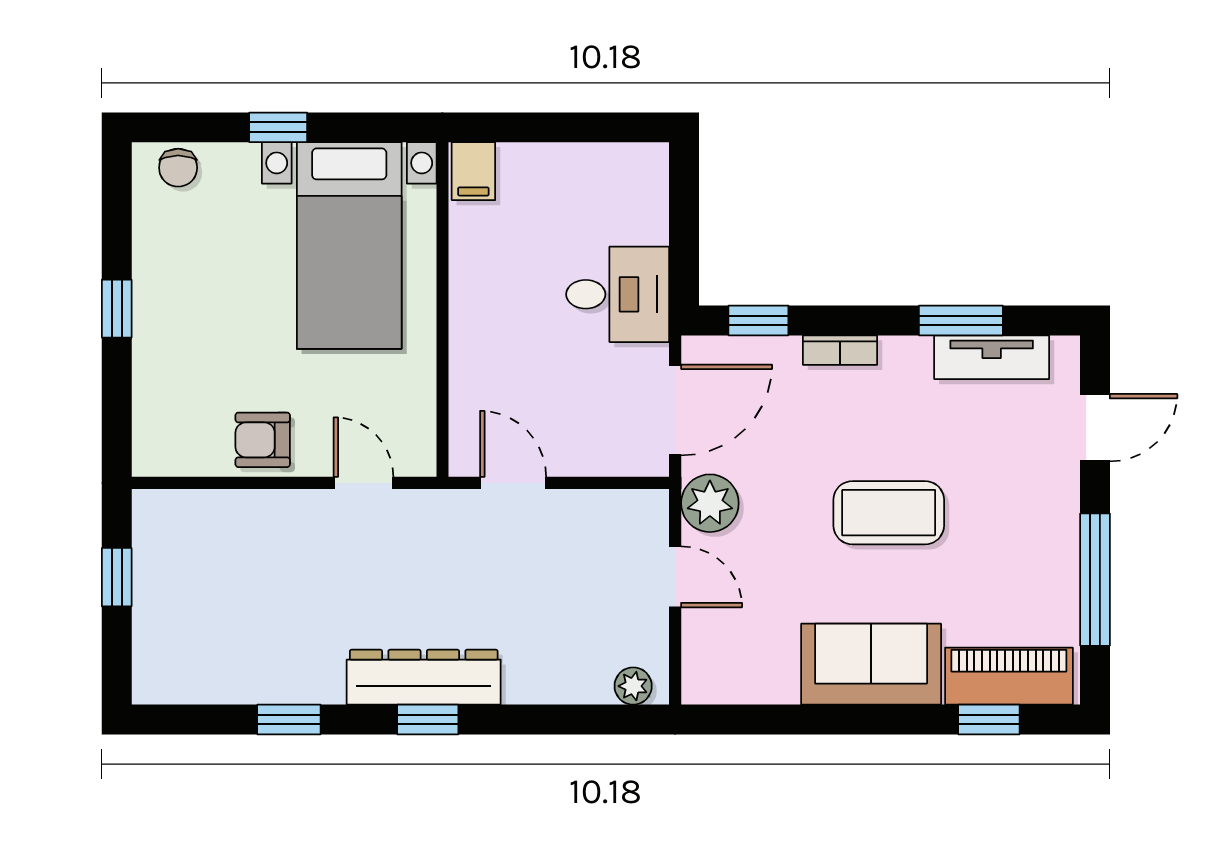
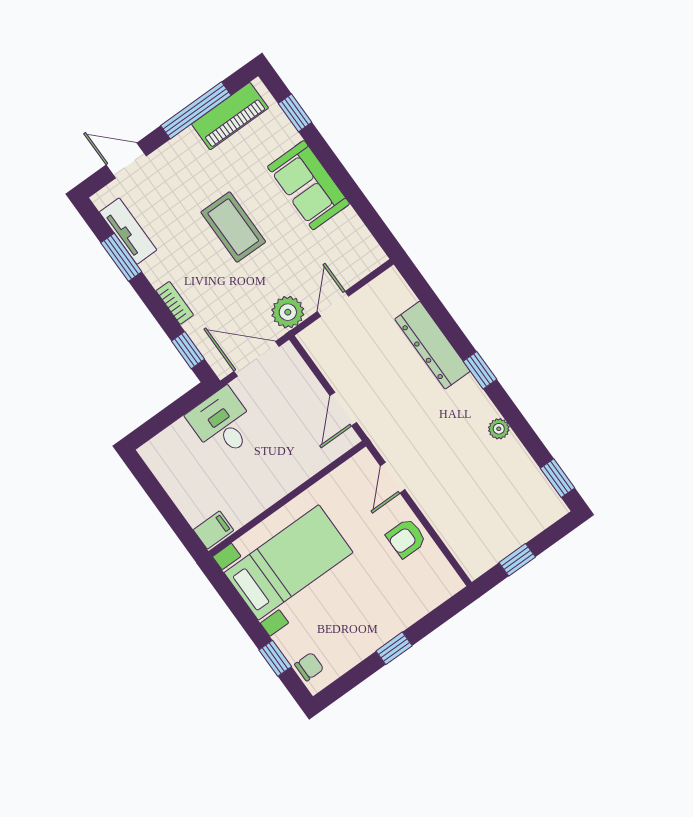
window: (278, 127) -> (275, 658), moved
armchair: (263, 440) -> (406, 538), turned 90
piano: (1009, 676) -> (230, 116), moved, turned -90
dresser: (424, 677) -> (432, 345), moved
plant: (633, 686) -> (499, 429), moved
window: (289, 719) -> (557, 478), moved

